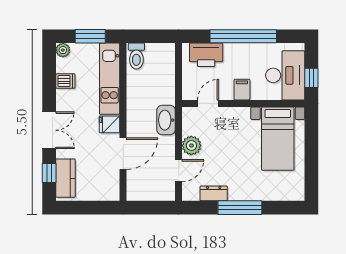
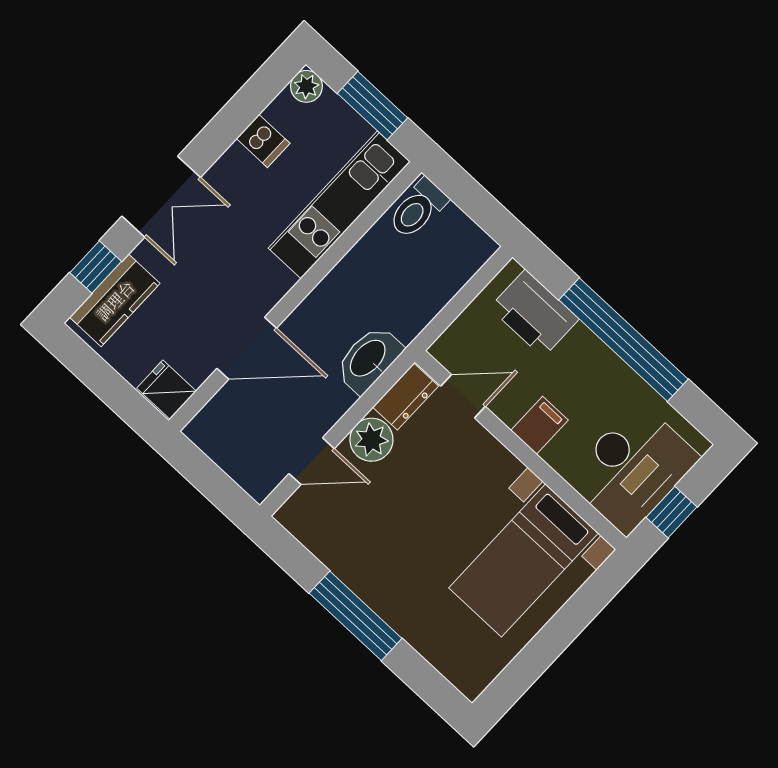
fridge: (109, 124) -> (166, 390), moved
dresser: (214, 193) -> (405, 397), moved, turned 90

